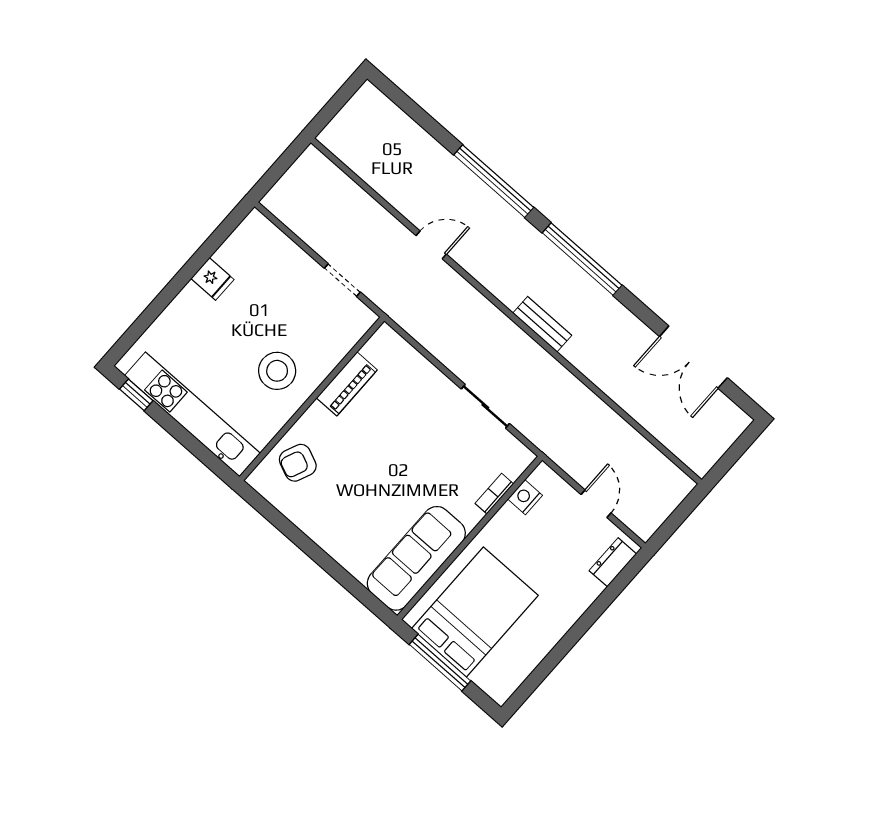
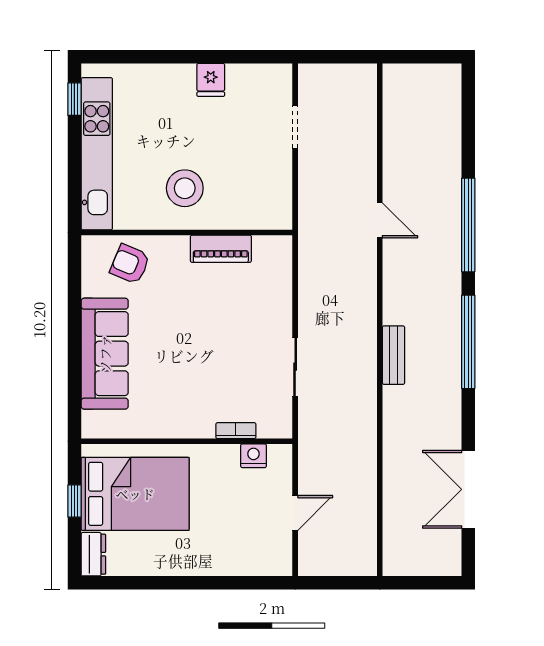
doorway: (342, 280) -> (295, 127), moved
sofa: (416, 558) -> (105, 354), moved, turned 90
dresser: (613, 562) -> (93, 554), moved, turned 90
window: (440, 663) -> (74, 501), width x0.46

